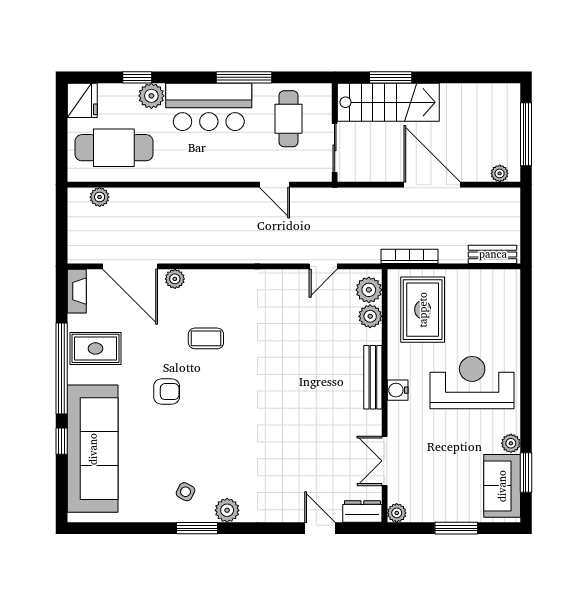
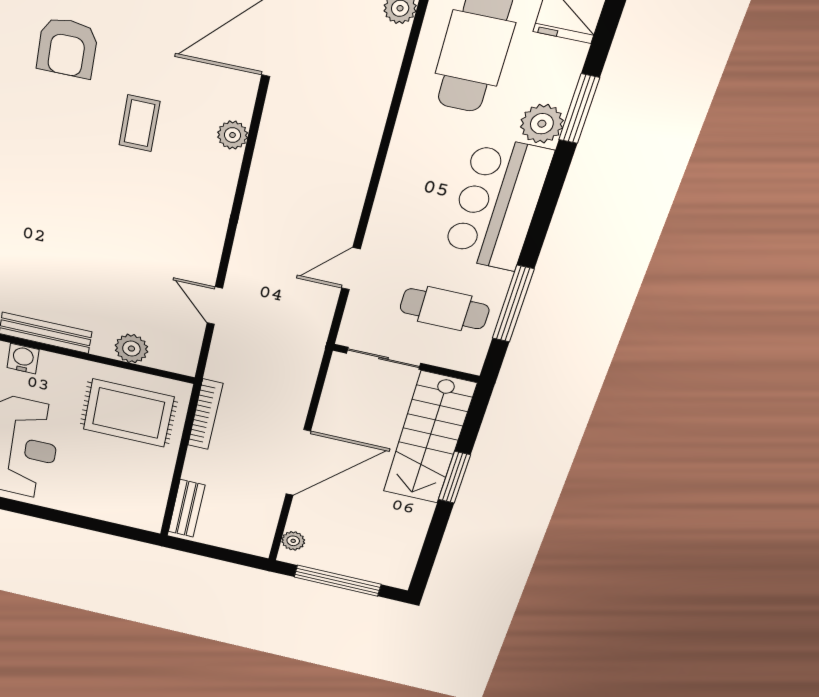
window: (137, 77) -> (579, 109), width x1.50
window: (244, 77) -> (513, 304), moved
window: (391, 77) -> (454, 477), moved
plant: (175, 279) -> (233, 135), moved
plant: (369, 290) -> (169, 355), removed
armchair: (167, 392) -> (67, 48), width x1.38, depth x1.38

